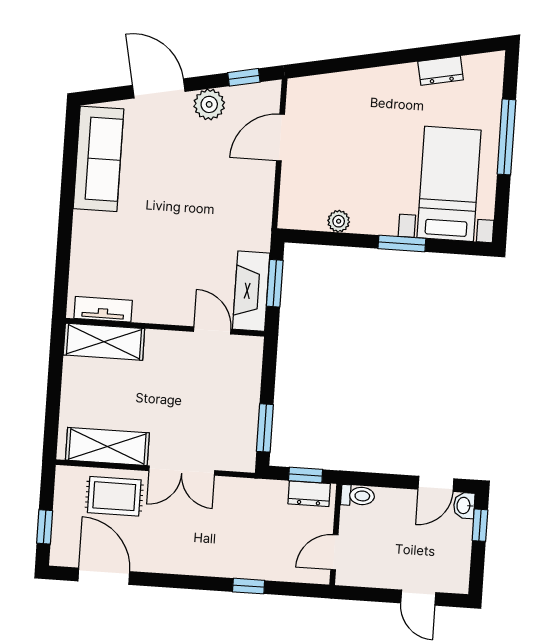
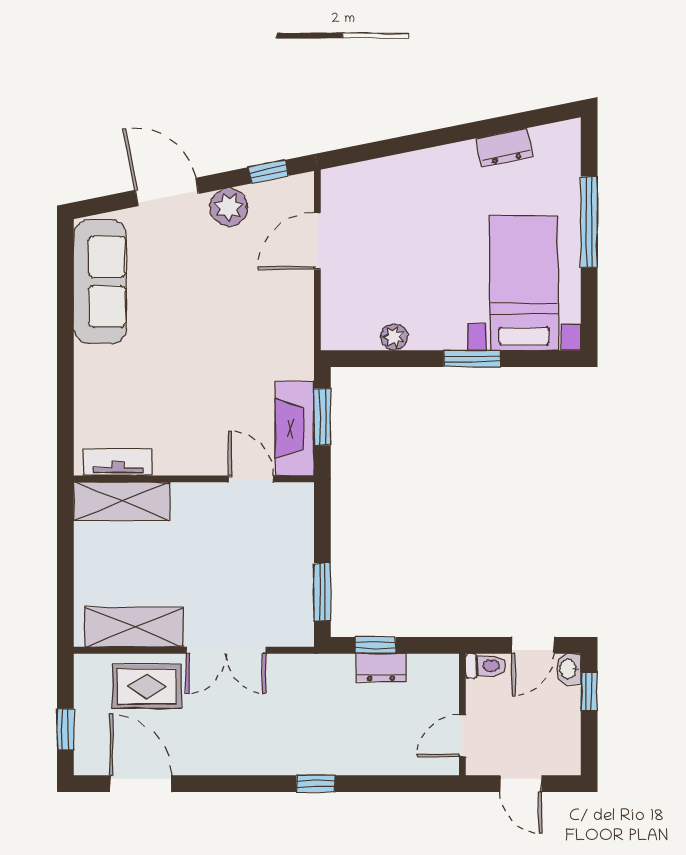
toilet: (358, 496) -> (486, 666), moved
wall: (336, 535) -> (462, 714), moved
door: (334, 552) -> (462, 736), moved

